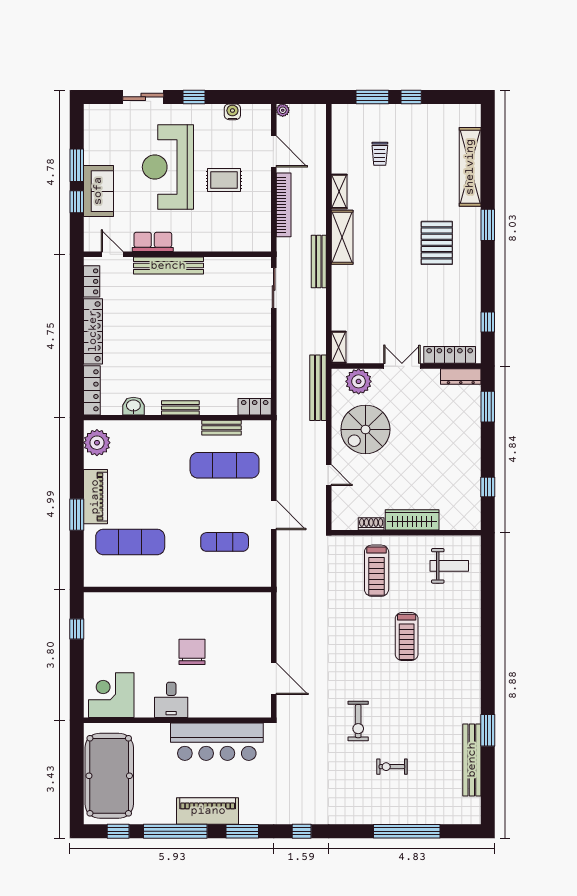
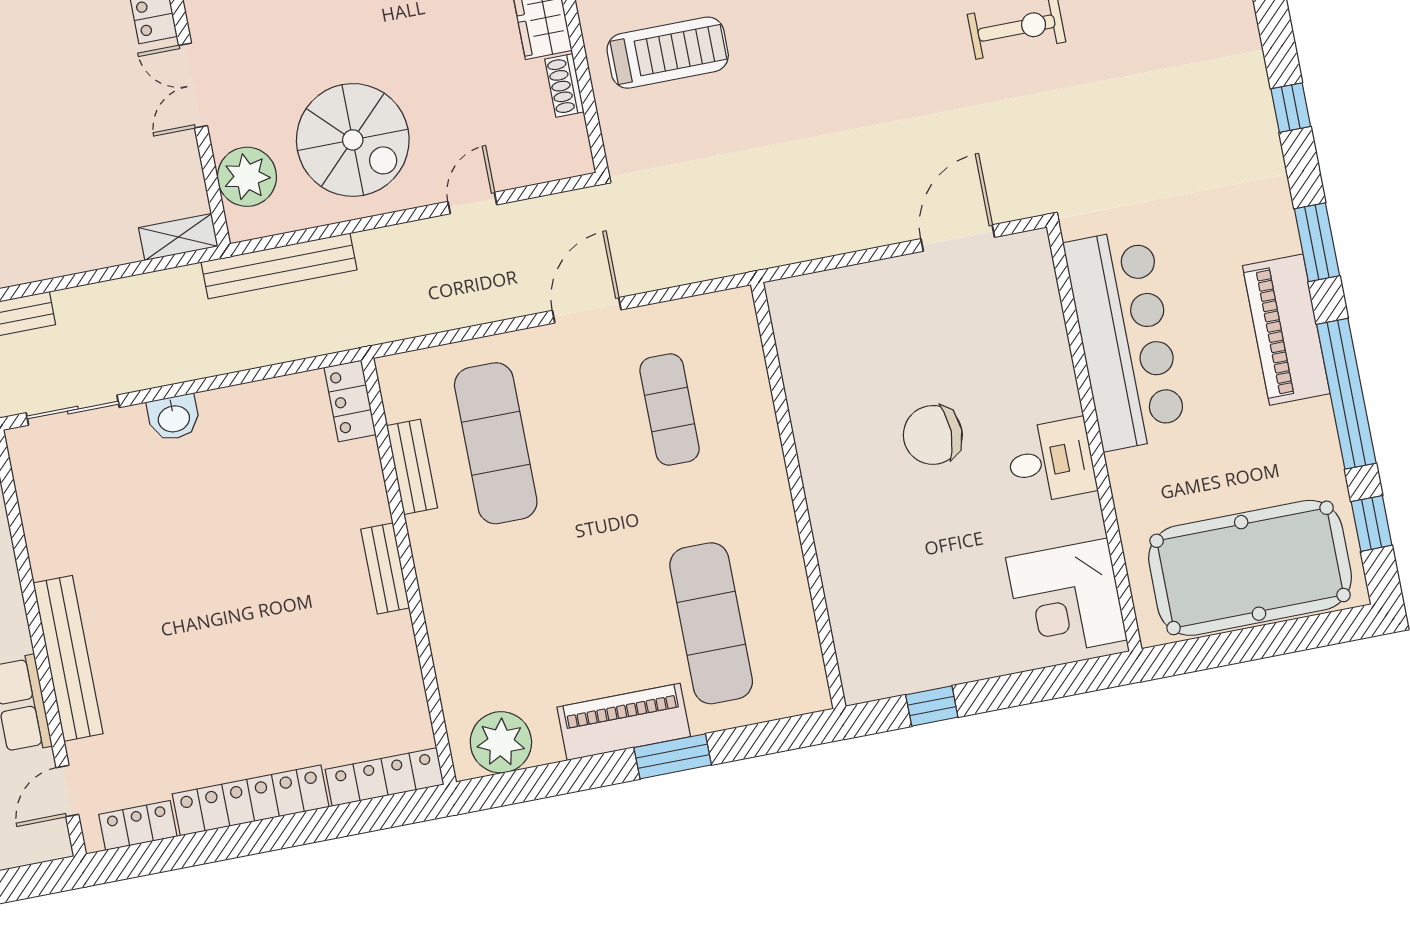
washbasin: (133, 406) -> (174, 418), moved, turned -90

